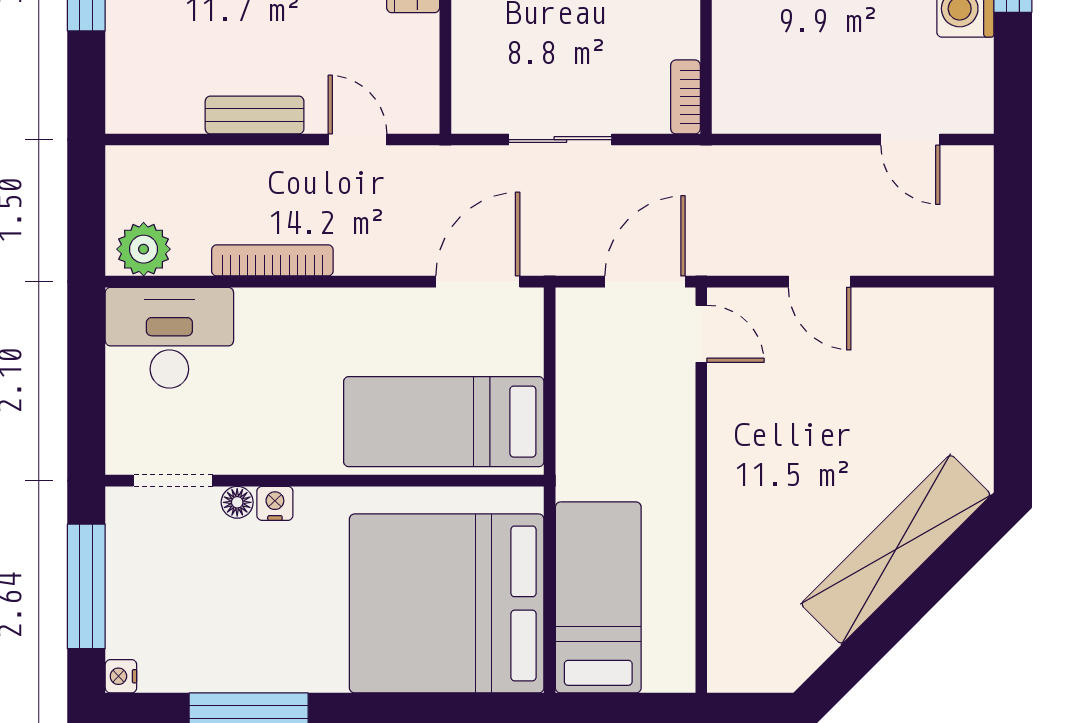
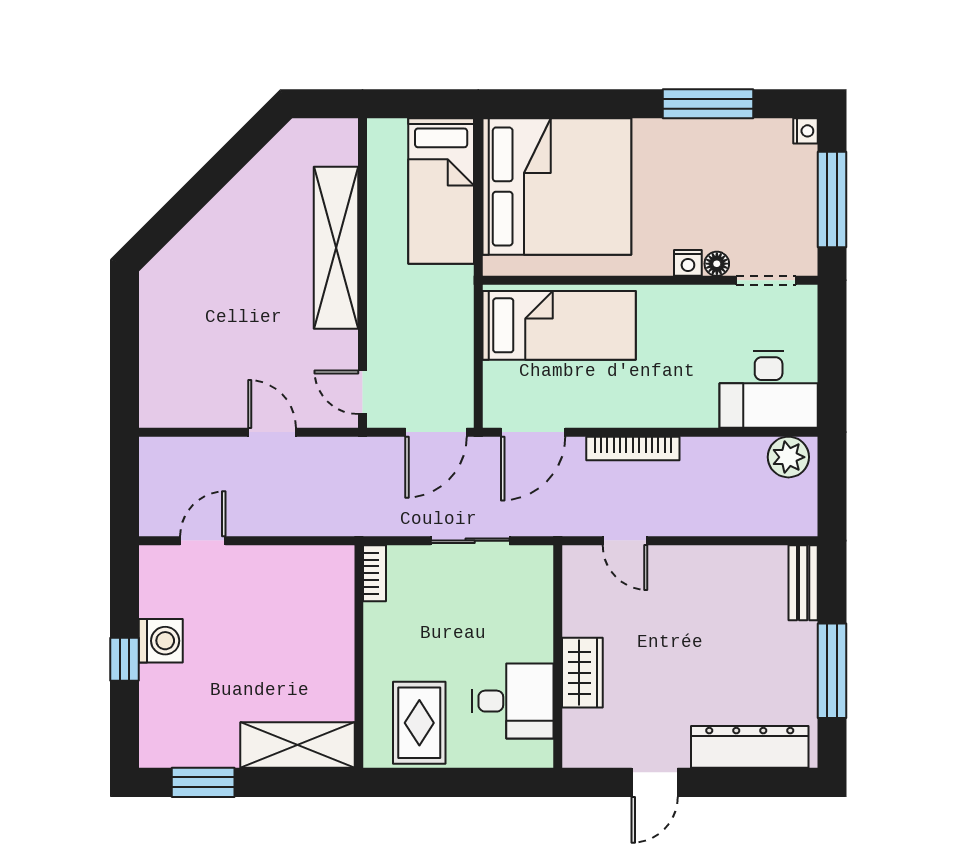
bench: (255, 115) -> (803, 583), moved, turned 90
door: (910, 140) -> (203, 541), hinge flipped
bookcase: (272, 260) -> (633, 448), moved
door: (645, 282) -> (436, 432), moved
shelving: (896, 549) -> (336, 248), moved, turned -45

